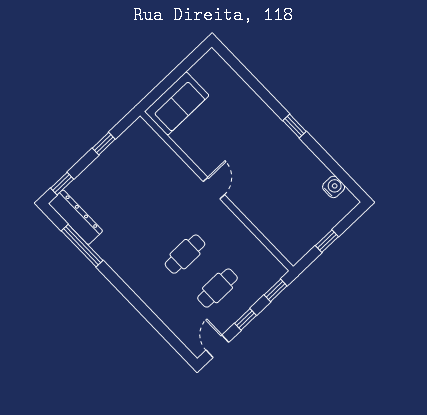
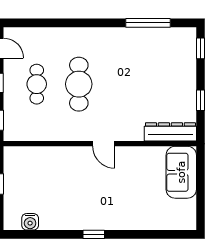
dresser: (76, 217) -> (170, 132), moved, turned 180
cafe table: (185, 254) -> (79, 84), width x1.37, depth x1.35

